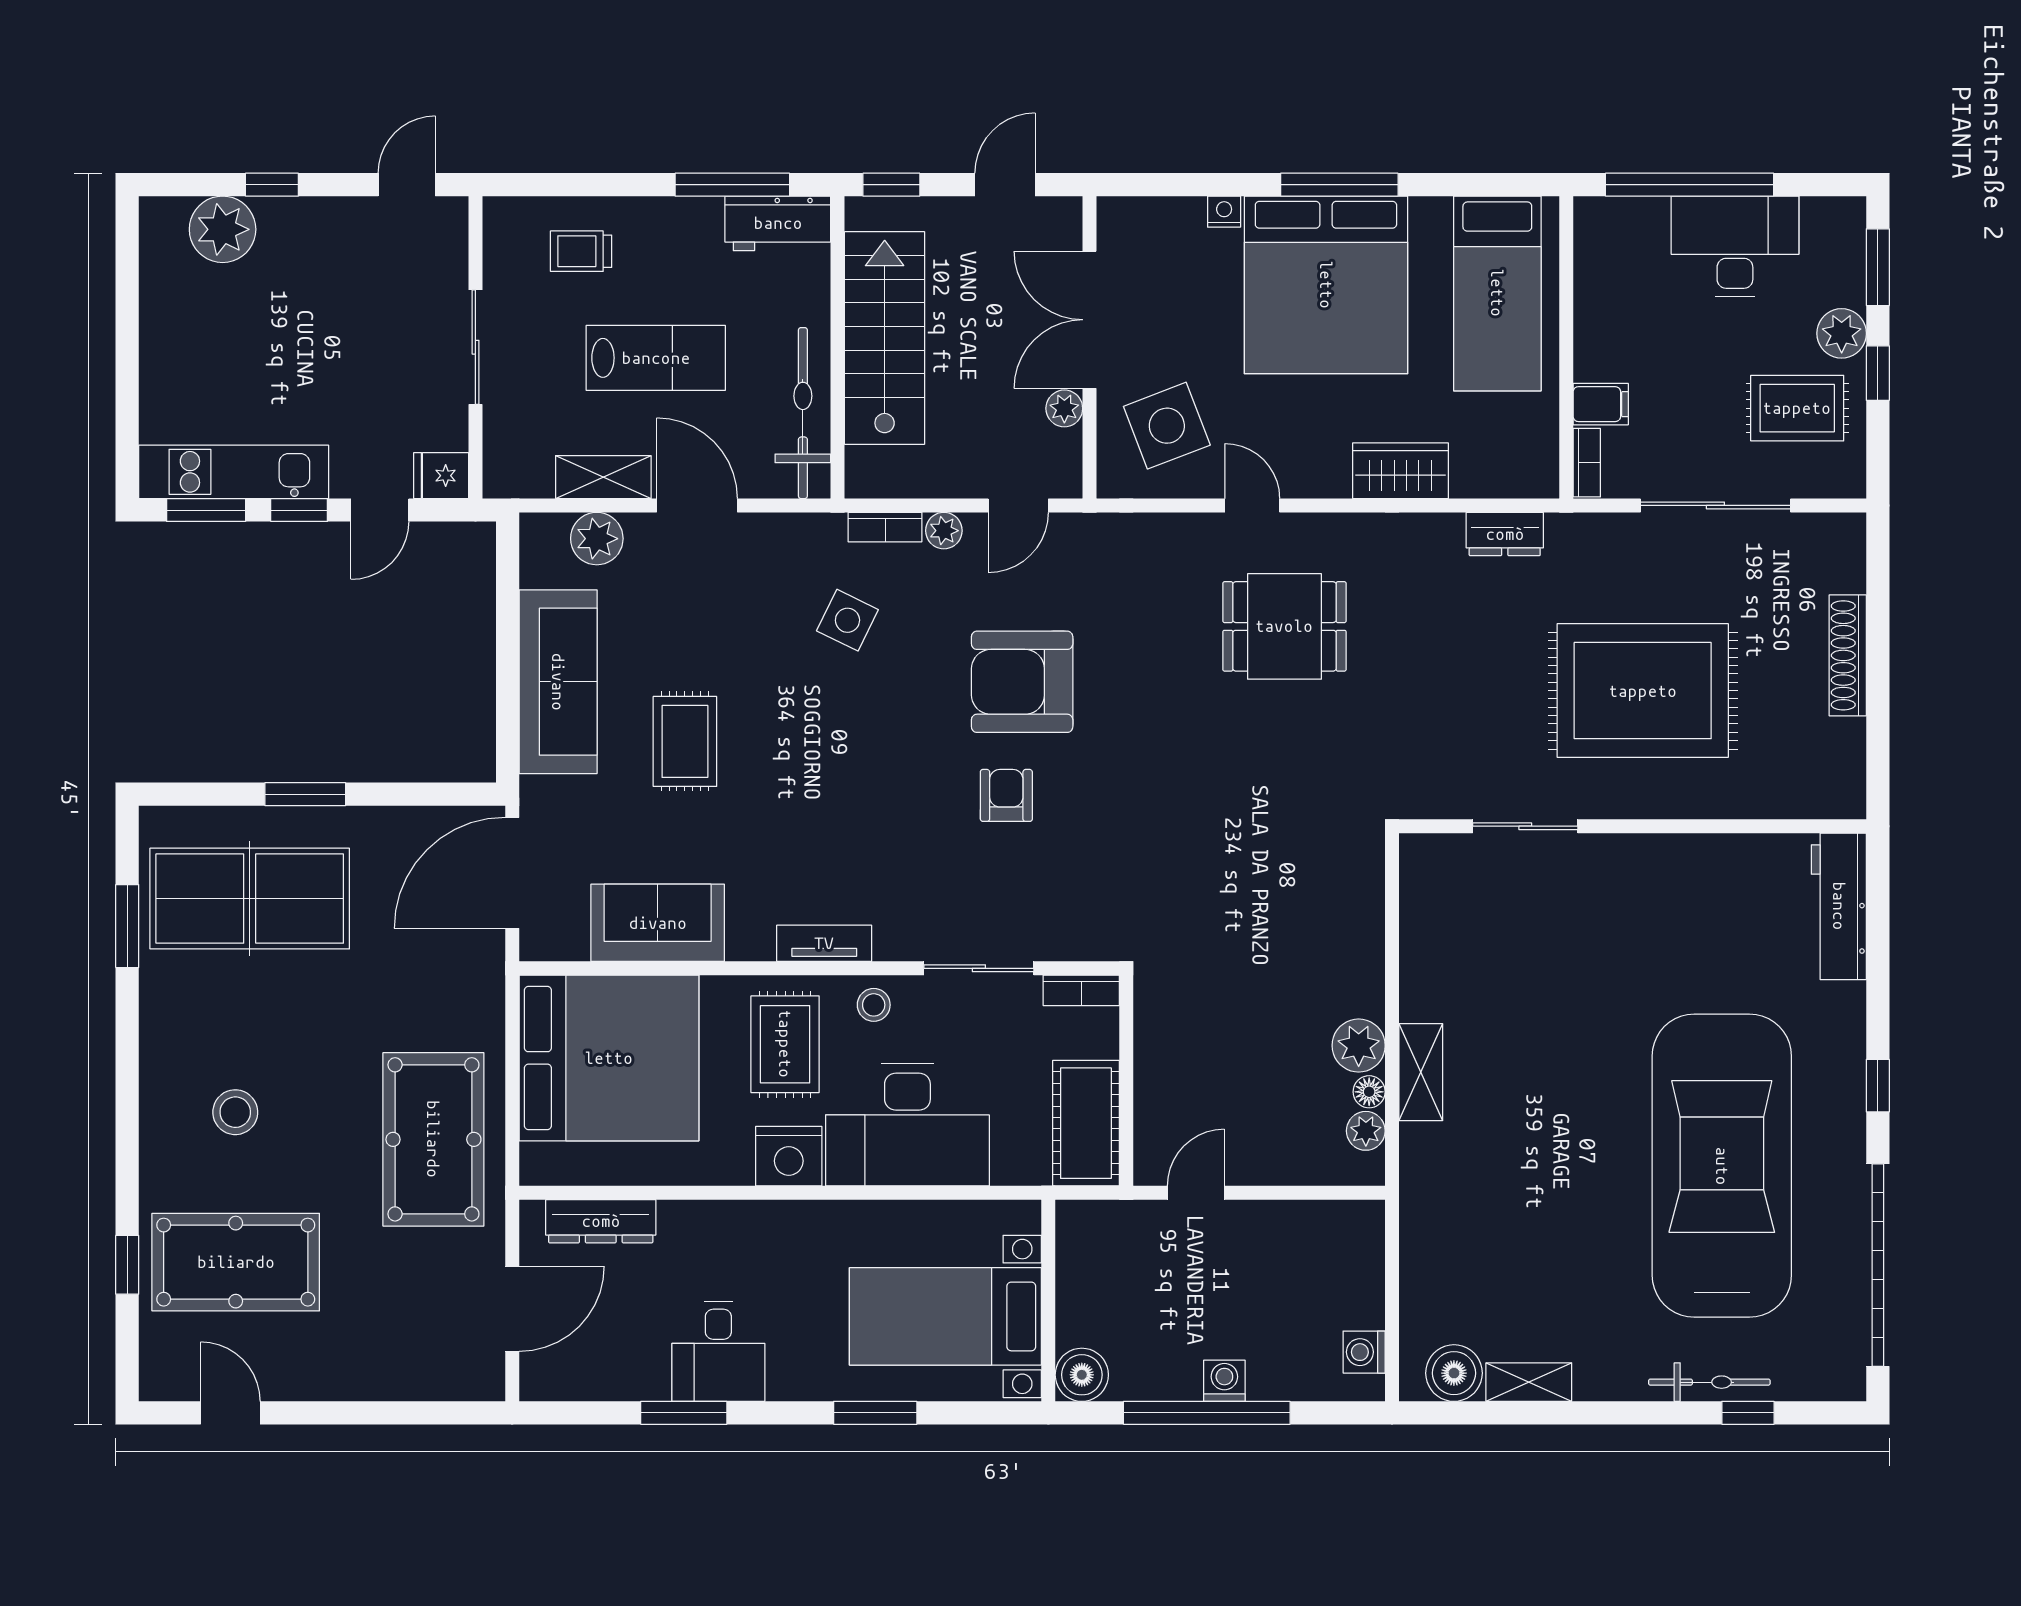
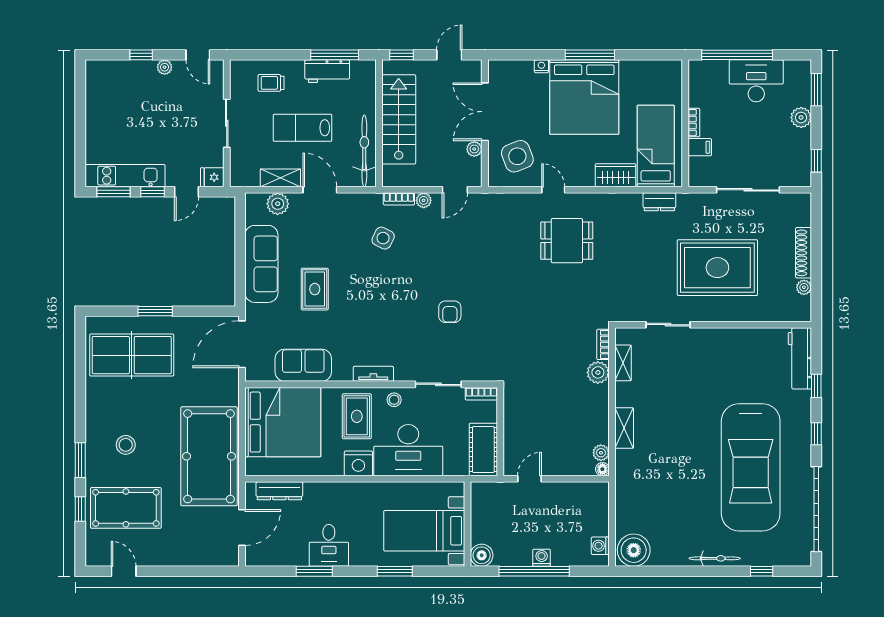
door: (407, 185) -> (198, 55), swing flipped
workbench: (778, 223) -> (327, 71), moved
plant: (223, 229) -> (165, 67), moved, width x0.53, depth x0.53
bed: (1497, 293) -> (656, 146), moved, turned 180
lab bench: (656, 358) -> (303, 128), turned 180
window: (1878, 373) -> (816, 161), moved
rug: (1797, 408) -> (782, 149), removed
bookcase: (1587, 463) -> (694, 123), moved
armchair: (1022, 682) -> (457, 264), removed
plant: (1848, 737) -> (804, 287), added
armchair: (1006, 795) -> (450, 312), turned 180
bookcase: (1371, 873) -> (603, 344), added
window: (127, 926) -> (80, 460), moved
window: (1878, 972) -> (816, 386), added
plant: (1359, 1046) -> (598, 372), moved
floor lamp: (1369, 1092) -> (602, 469), moved
pool table: (433, 1139) -> (209, 456), width x1.36, depth x1.32
car: (1722, 1166) -> (751, 467), turned 180
boiler: (1454, 1373) -> (634, 550), width x1.37, depth x1.37
shelving: (1529, 1382) -> (623, 363), moved, turned 90
bicycle: (1709, 1382) -> (715, 558), moved

